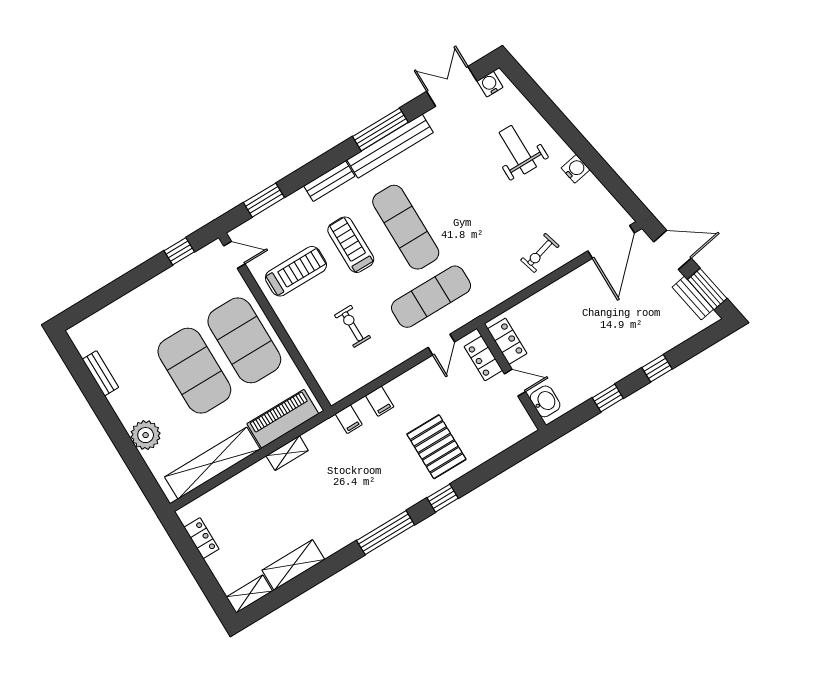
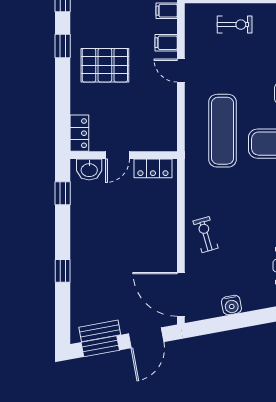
water cooler: (575, 169) -> (231, 305), moved
exercise bike: (353, 326) -> (235, 25), moved
door: (441, 345) -> (181, 71), moved
locker: (483, 358) -> (79, 133), moved, turned 90
window: (608, 398) -> (63, 193), moved

